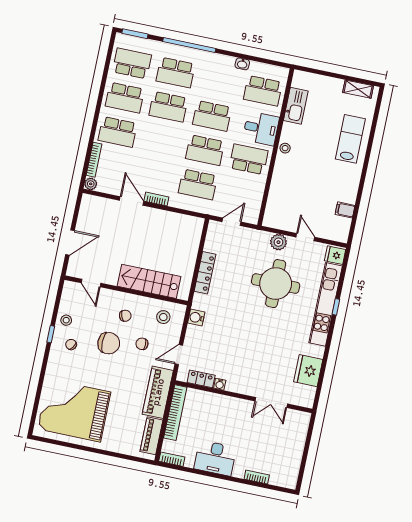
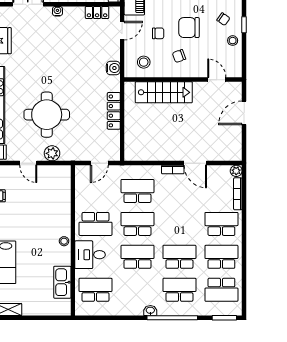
washbasin: (242, 64) -> (150, 311), moved
water cooler: (220, 384) -> (57, 11), moved

